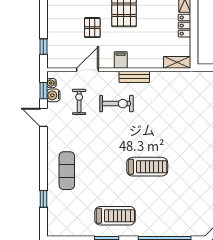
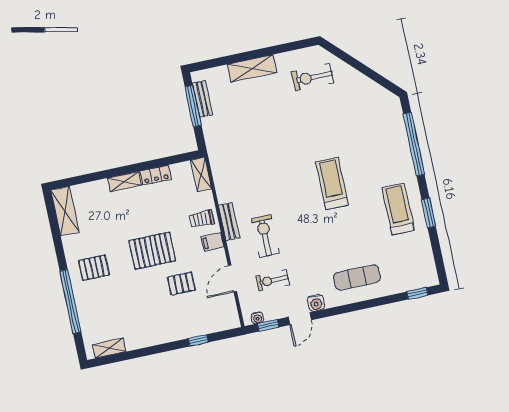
window: (43, 47) -> (198, 340), moved
trolley: (141, 55) -> (202, 219), added
door: (88, 70) -> (232, 279), hinge flipped
water cooler: (53, 95) -> (316, 303), moved
window: (43, 199) -> (417, 293), moved

